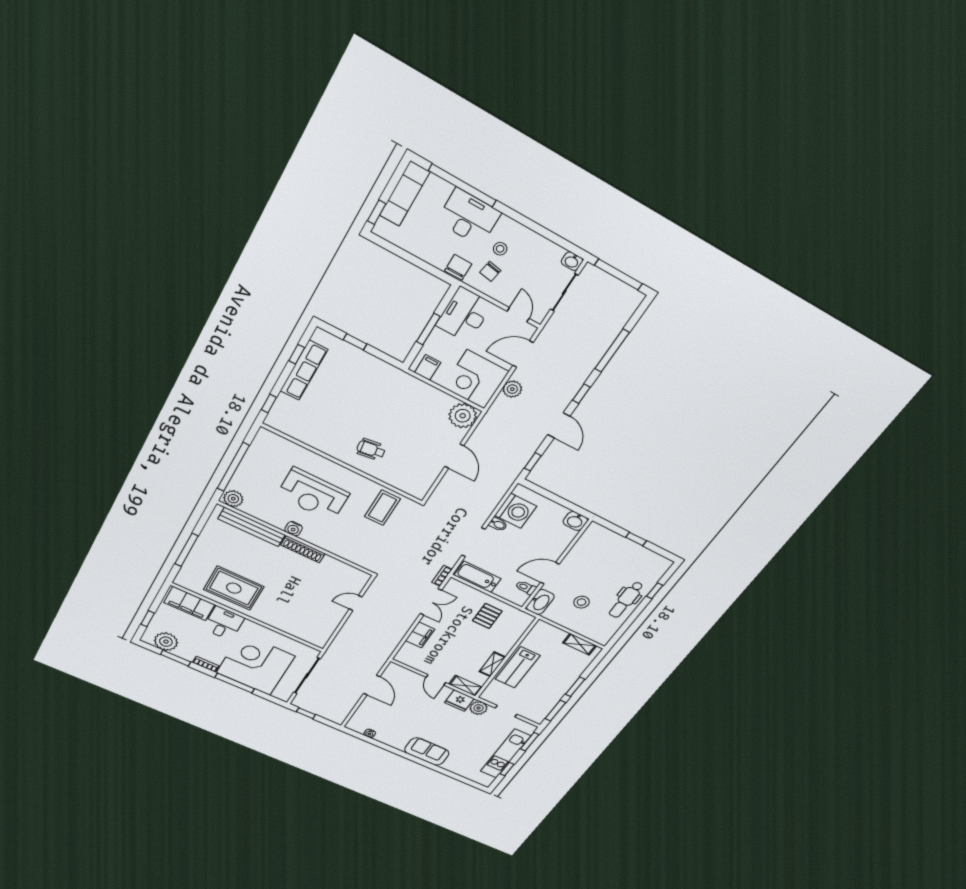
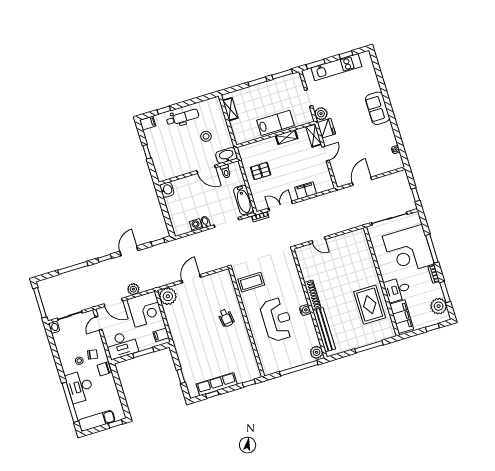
washing machine: (516, 511) -> (196, 225), width x0.53, depth x0.53
filing cabinet: (662, 566) -> (148, 123), added

